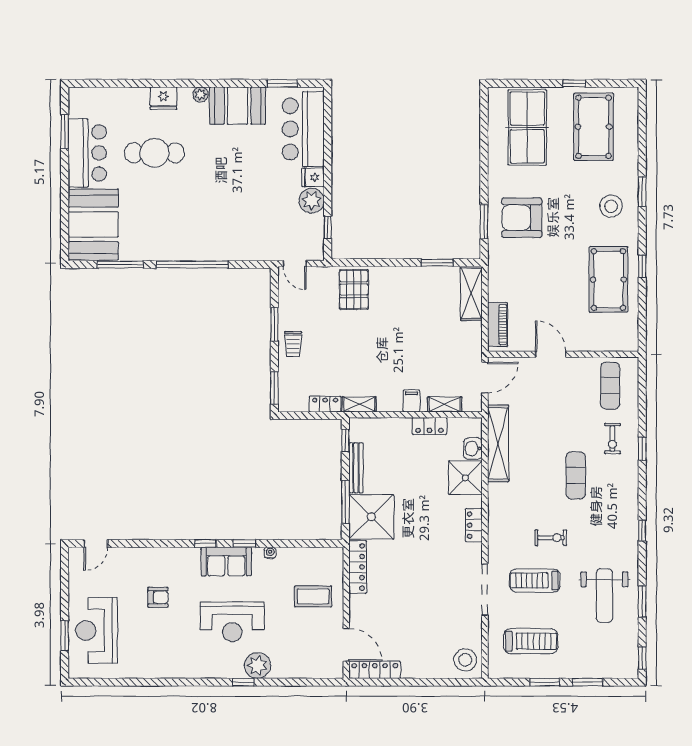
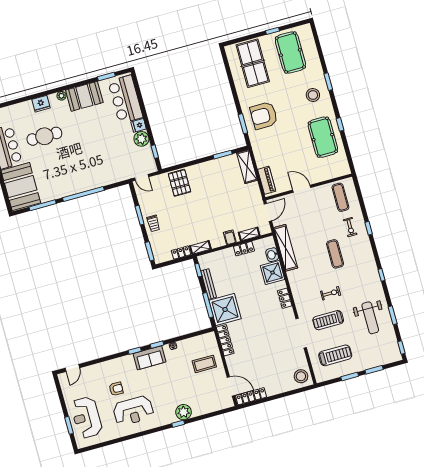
reception desk: (232, 622) -> (133, 411), moved

